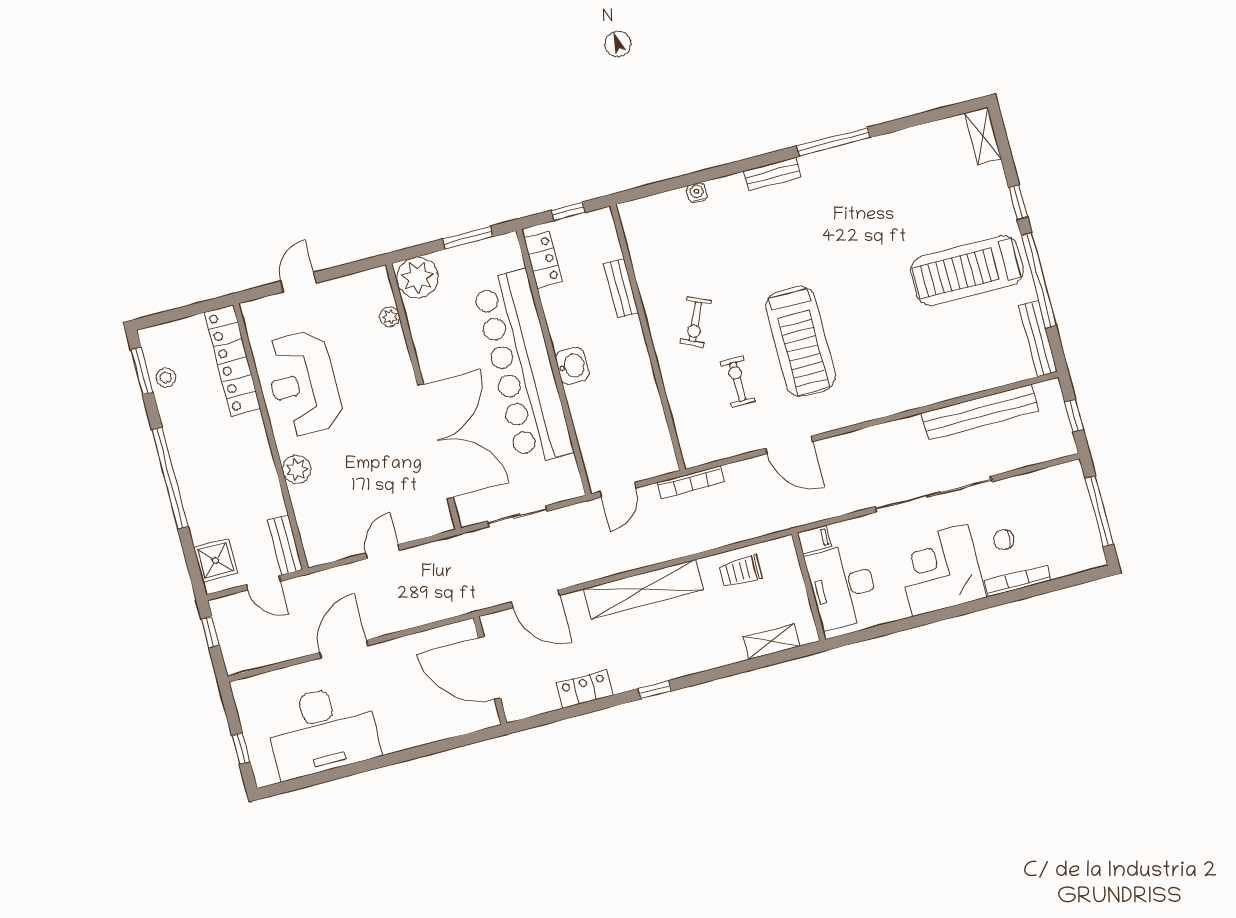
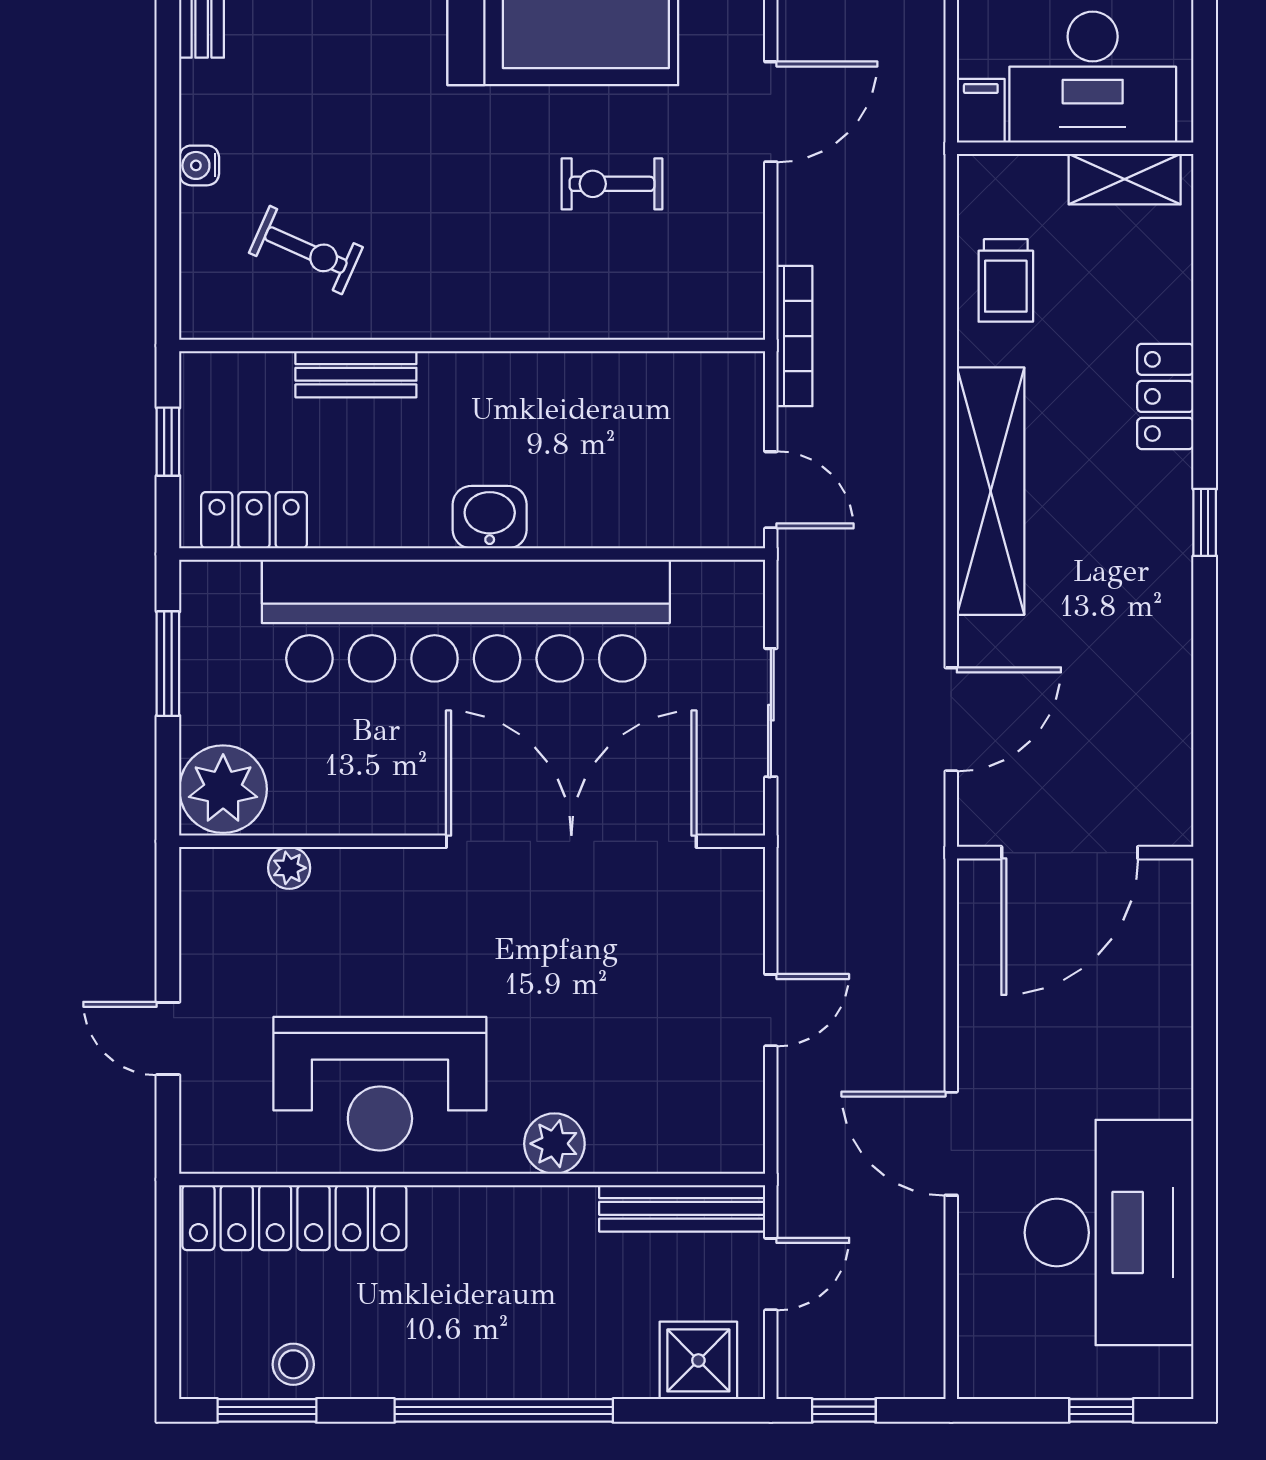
exercise bike: (695, 322) -> (306, 250), moved
bench: (285, 545) -> (682, 1208), width x1.36
door: (383, 552) -> (771, 1010), swing flipped
shelving: (771, 642) -> (1125, 179), moved, turned 90
locker: (585, 689) -> (1165, 396), moved

